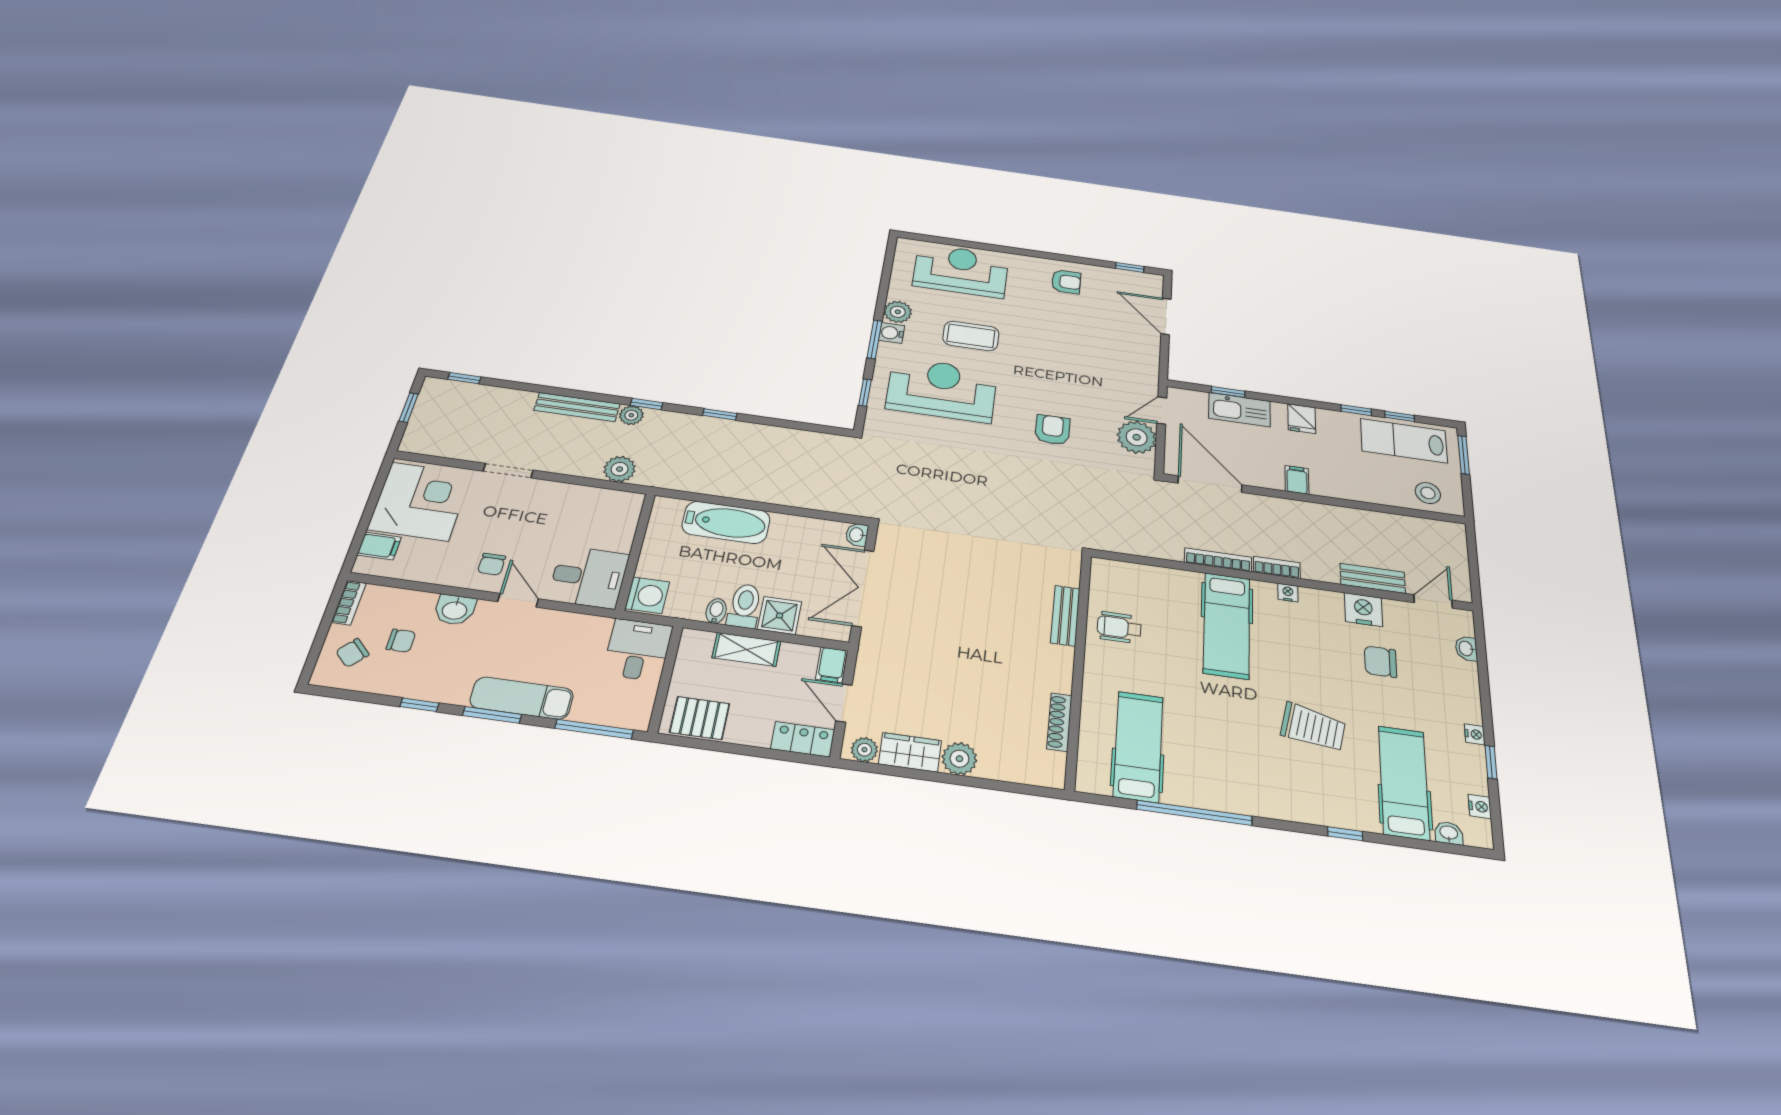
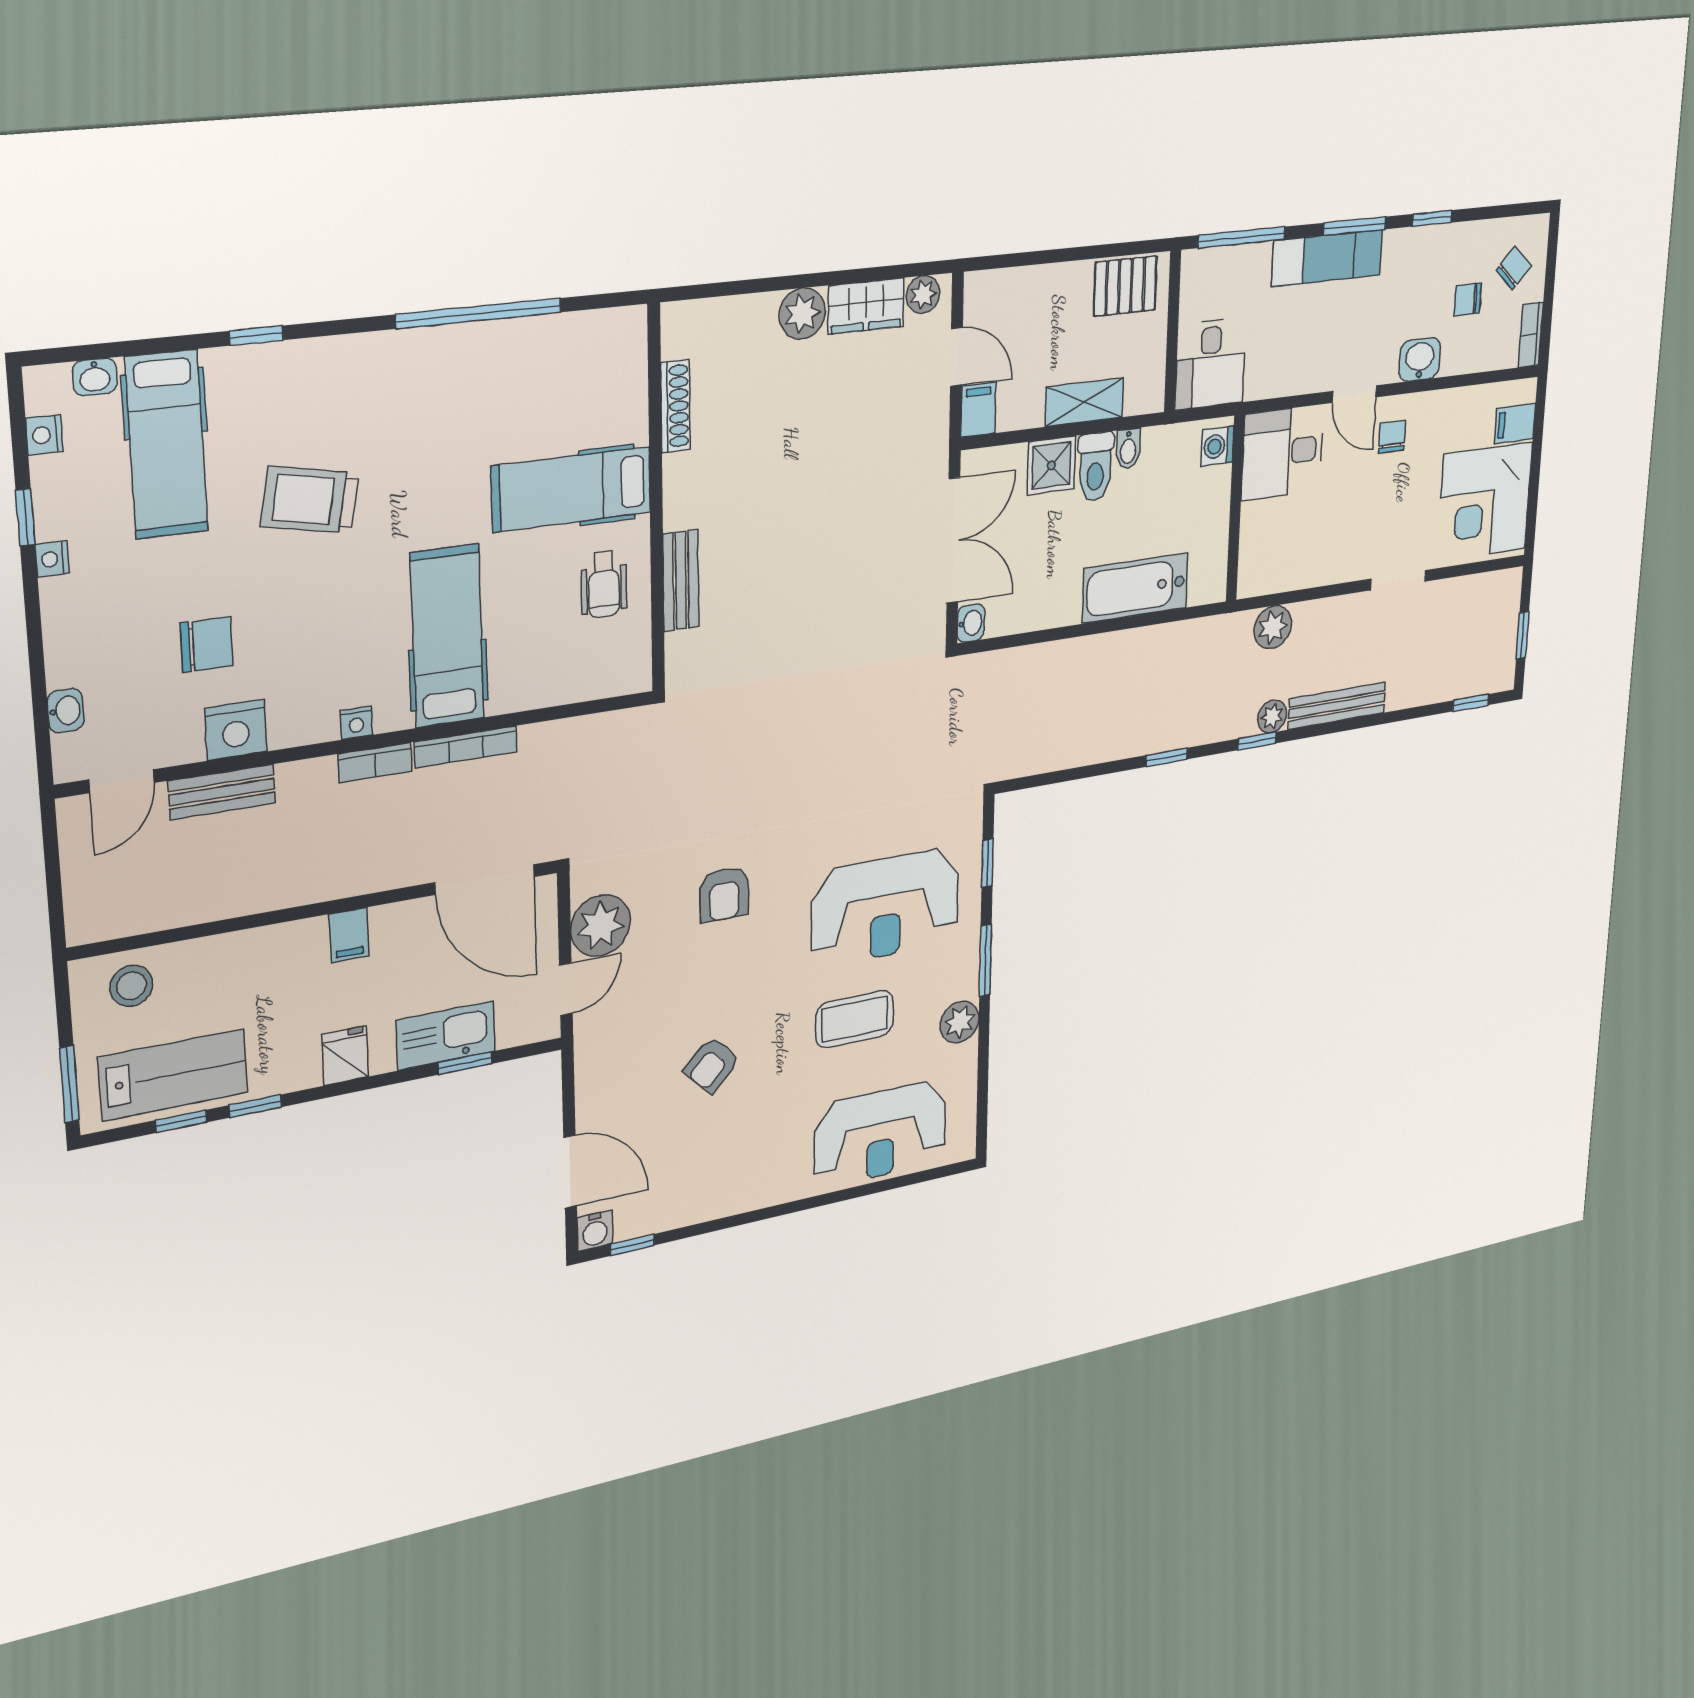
armchair: (1066, 282) -> (712, 1065), moved, turned -45
water cooler: (892, 333) -> (595, 1231), moved, turned 90
washing machine: (647, 595) -> (1217, 446), width x0.73, depth x0.73
wheelchair: (1119, 627) -> (604, 584), turned 90
locker: (803, 739) -> (1000, 289), removed
hospital bed: (1138, 746) -> (572, 489), moved, turned 90

